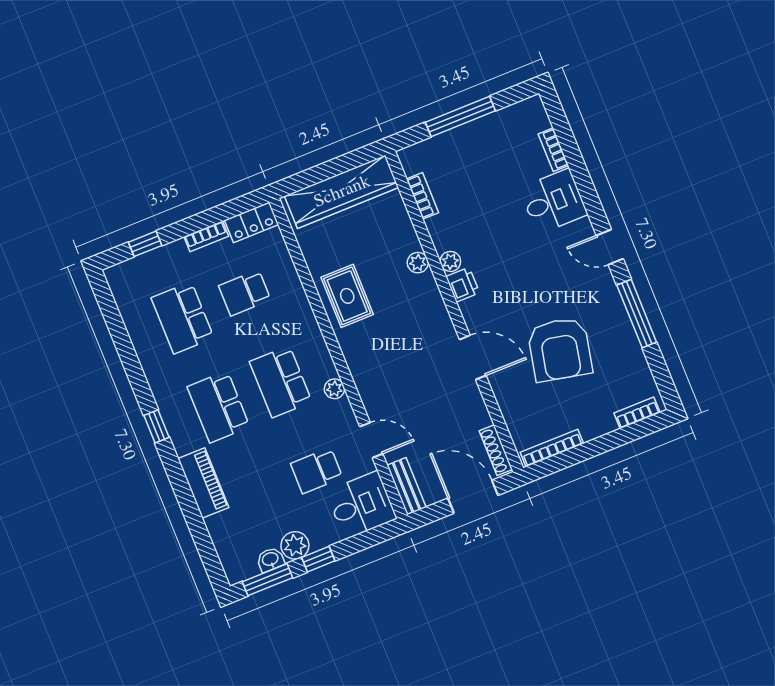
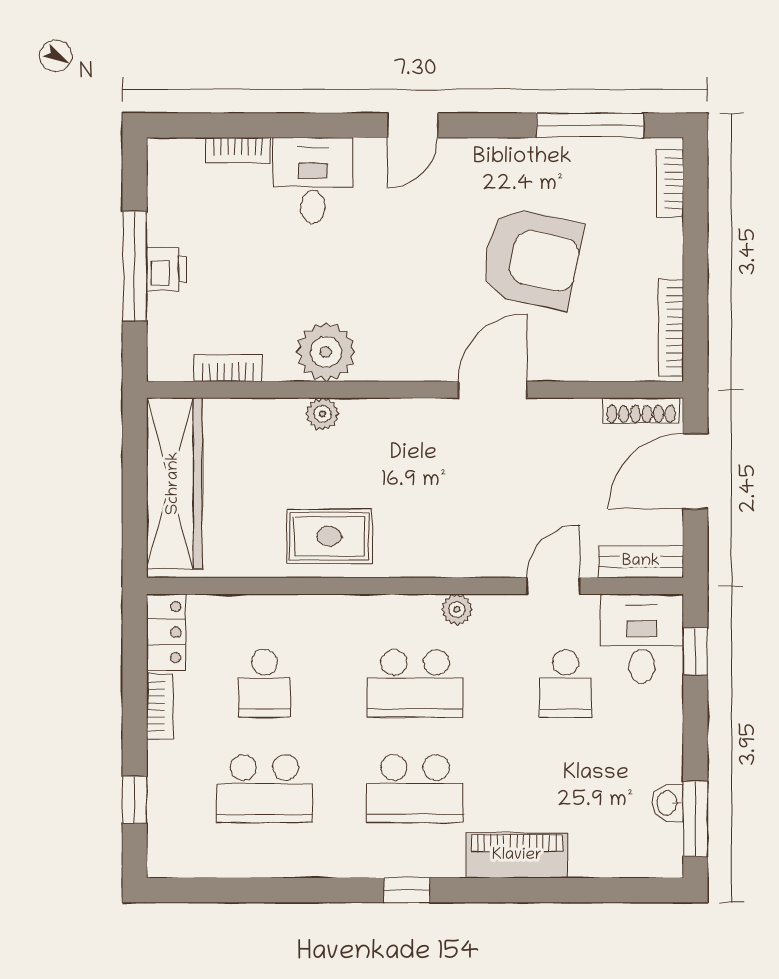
plant: (450, 261) -> (326, 352), width x1.87, depth x1.87
printer: (463, 285) -> (167, 269), moved, turned 90
window: (637, 314) -> (590, 125), moved
plant: (295, 545) -> (662, 759), removed
window: (318, 559) -> (695, 651), moved

